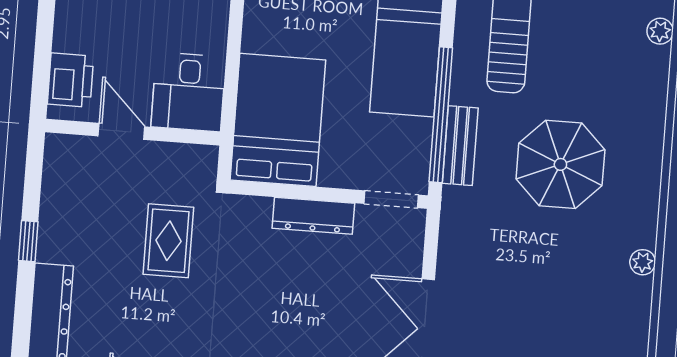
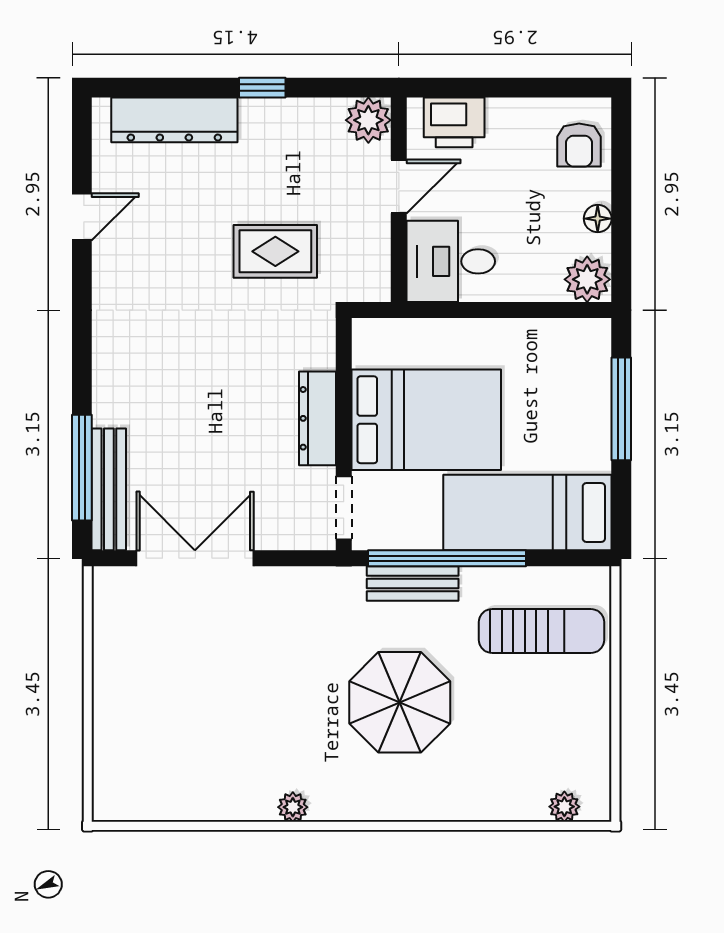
bed: (278, 120) -> (426, 420), moved
plant: (63, 153) -> (368, 120), added

